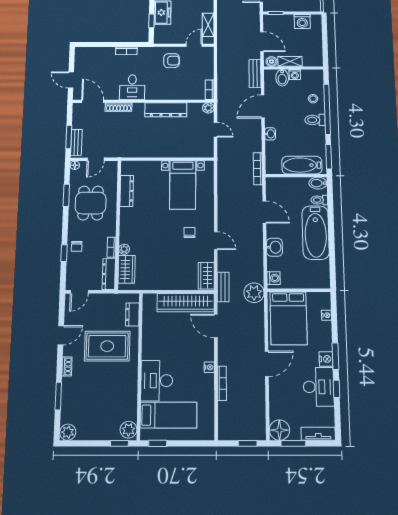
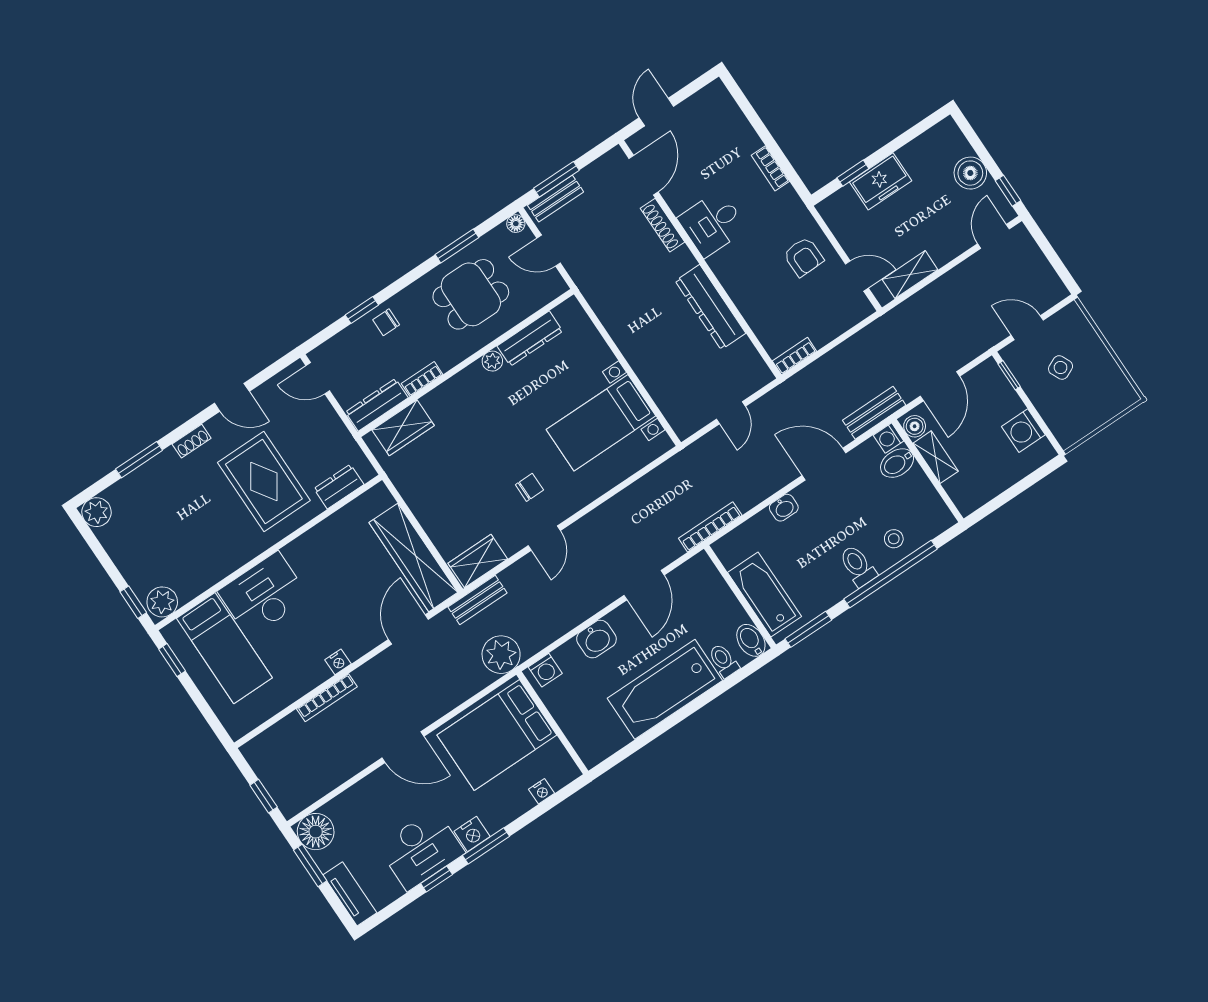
washing machine: (295, 75) -> (888, 438), moved
plant: (208, 108) -> (761, 375), removed
plant: (124, 249) -> (492, 361), moved

